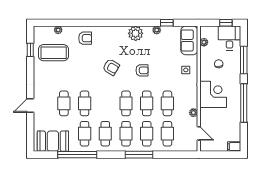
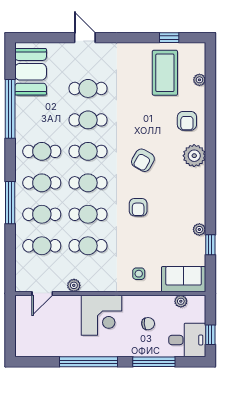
plant: (136, 33) -> (194, 156), moved
cafe table: (85, 134) -> (88, 151), moved
filing cabinet: (234, 147) -> (22, 347), removed

